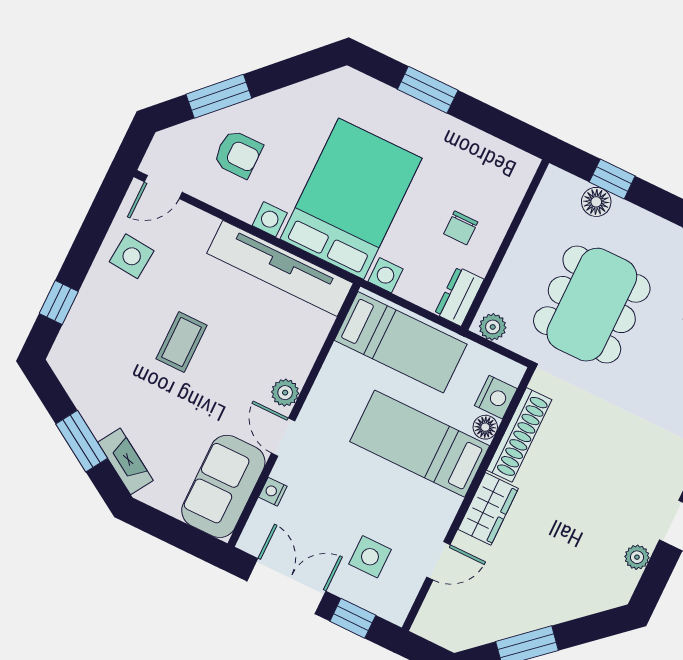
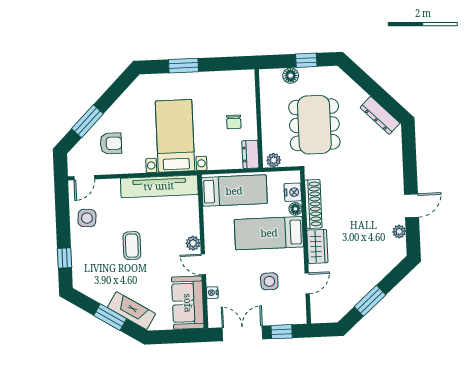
window: (612, 179) -> (306, 60), moved
bed with nightstands: (351, 199) -> (175, 136), width x0.73
fireplace: (125, 461) -> (131, 311), width x1.37, depth x1.32
side table: (370, 557) -> (269, 281), moved

